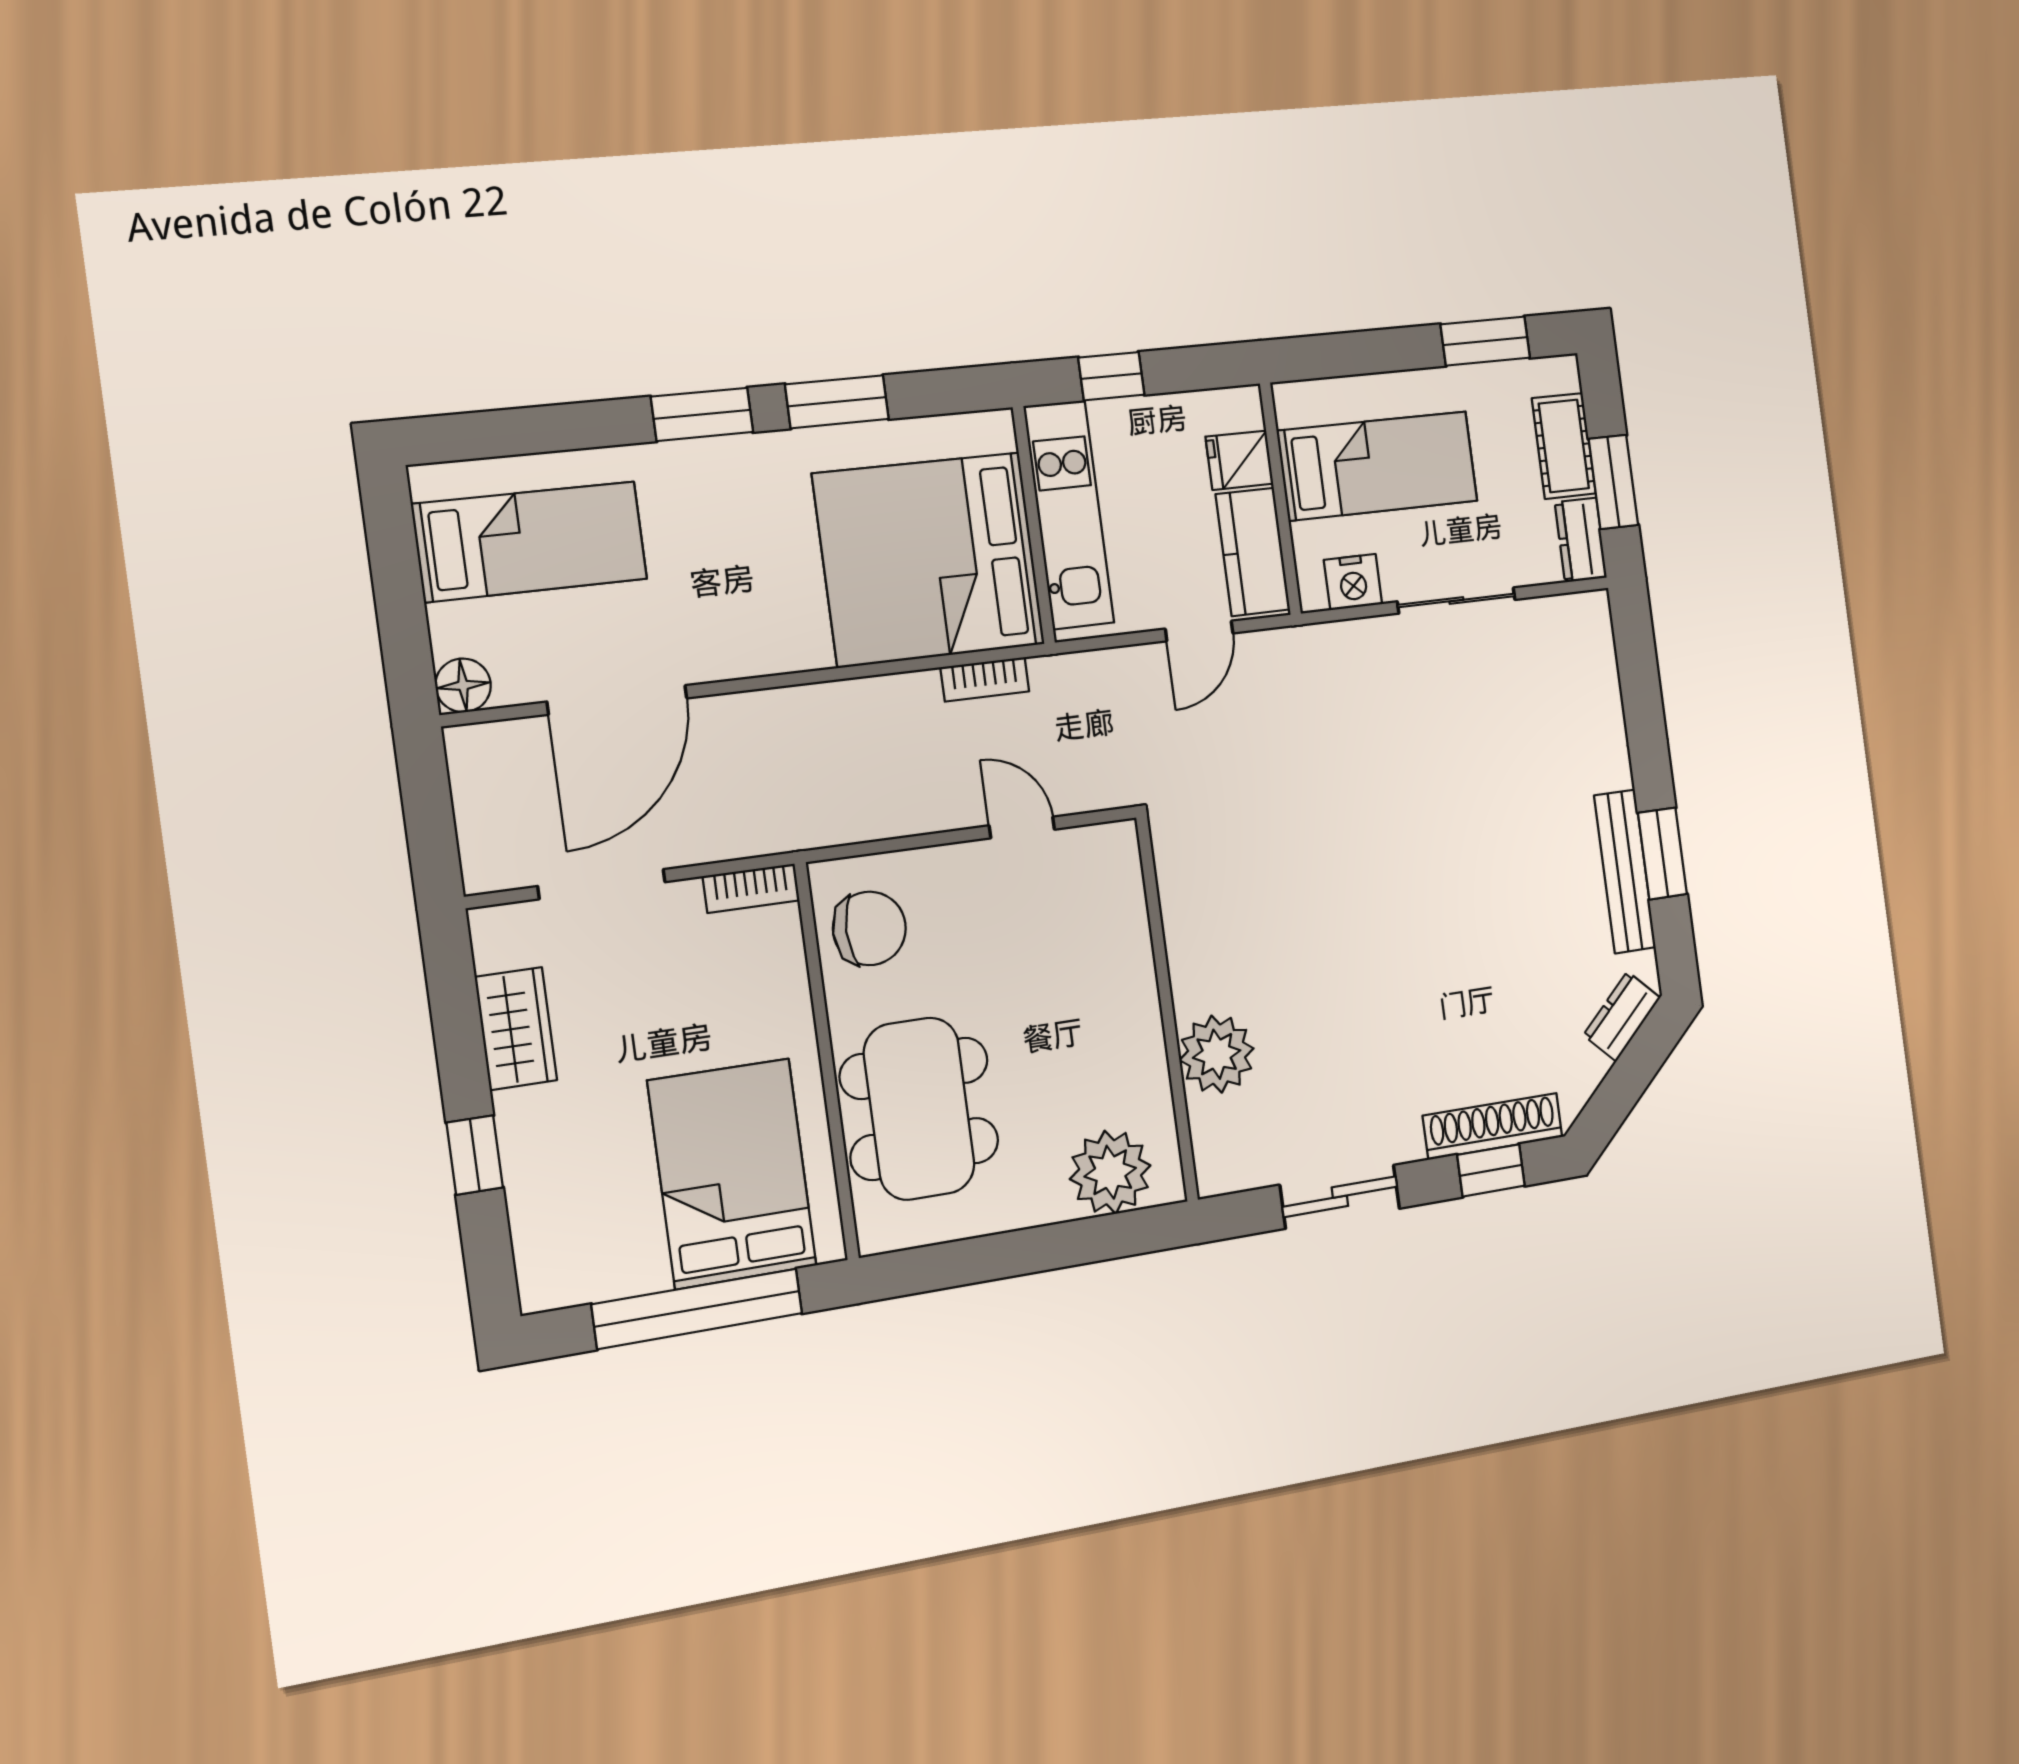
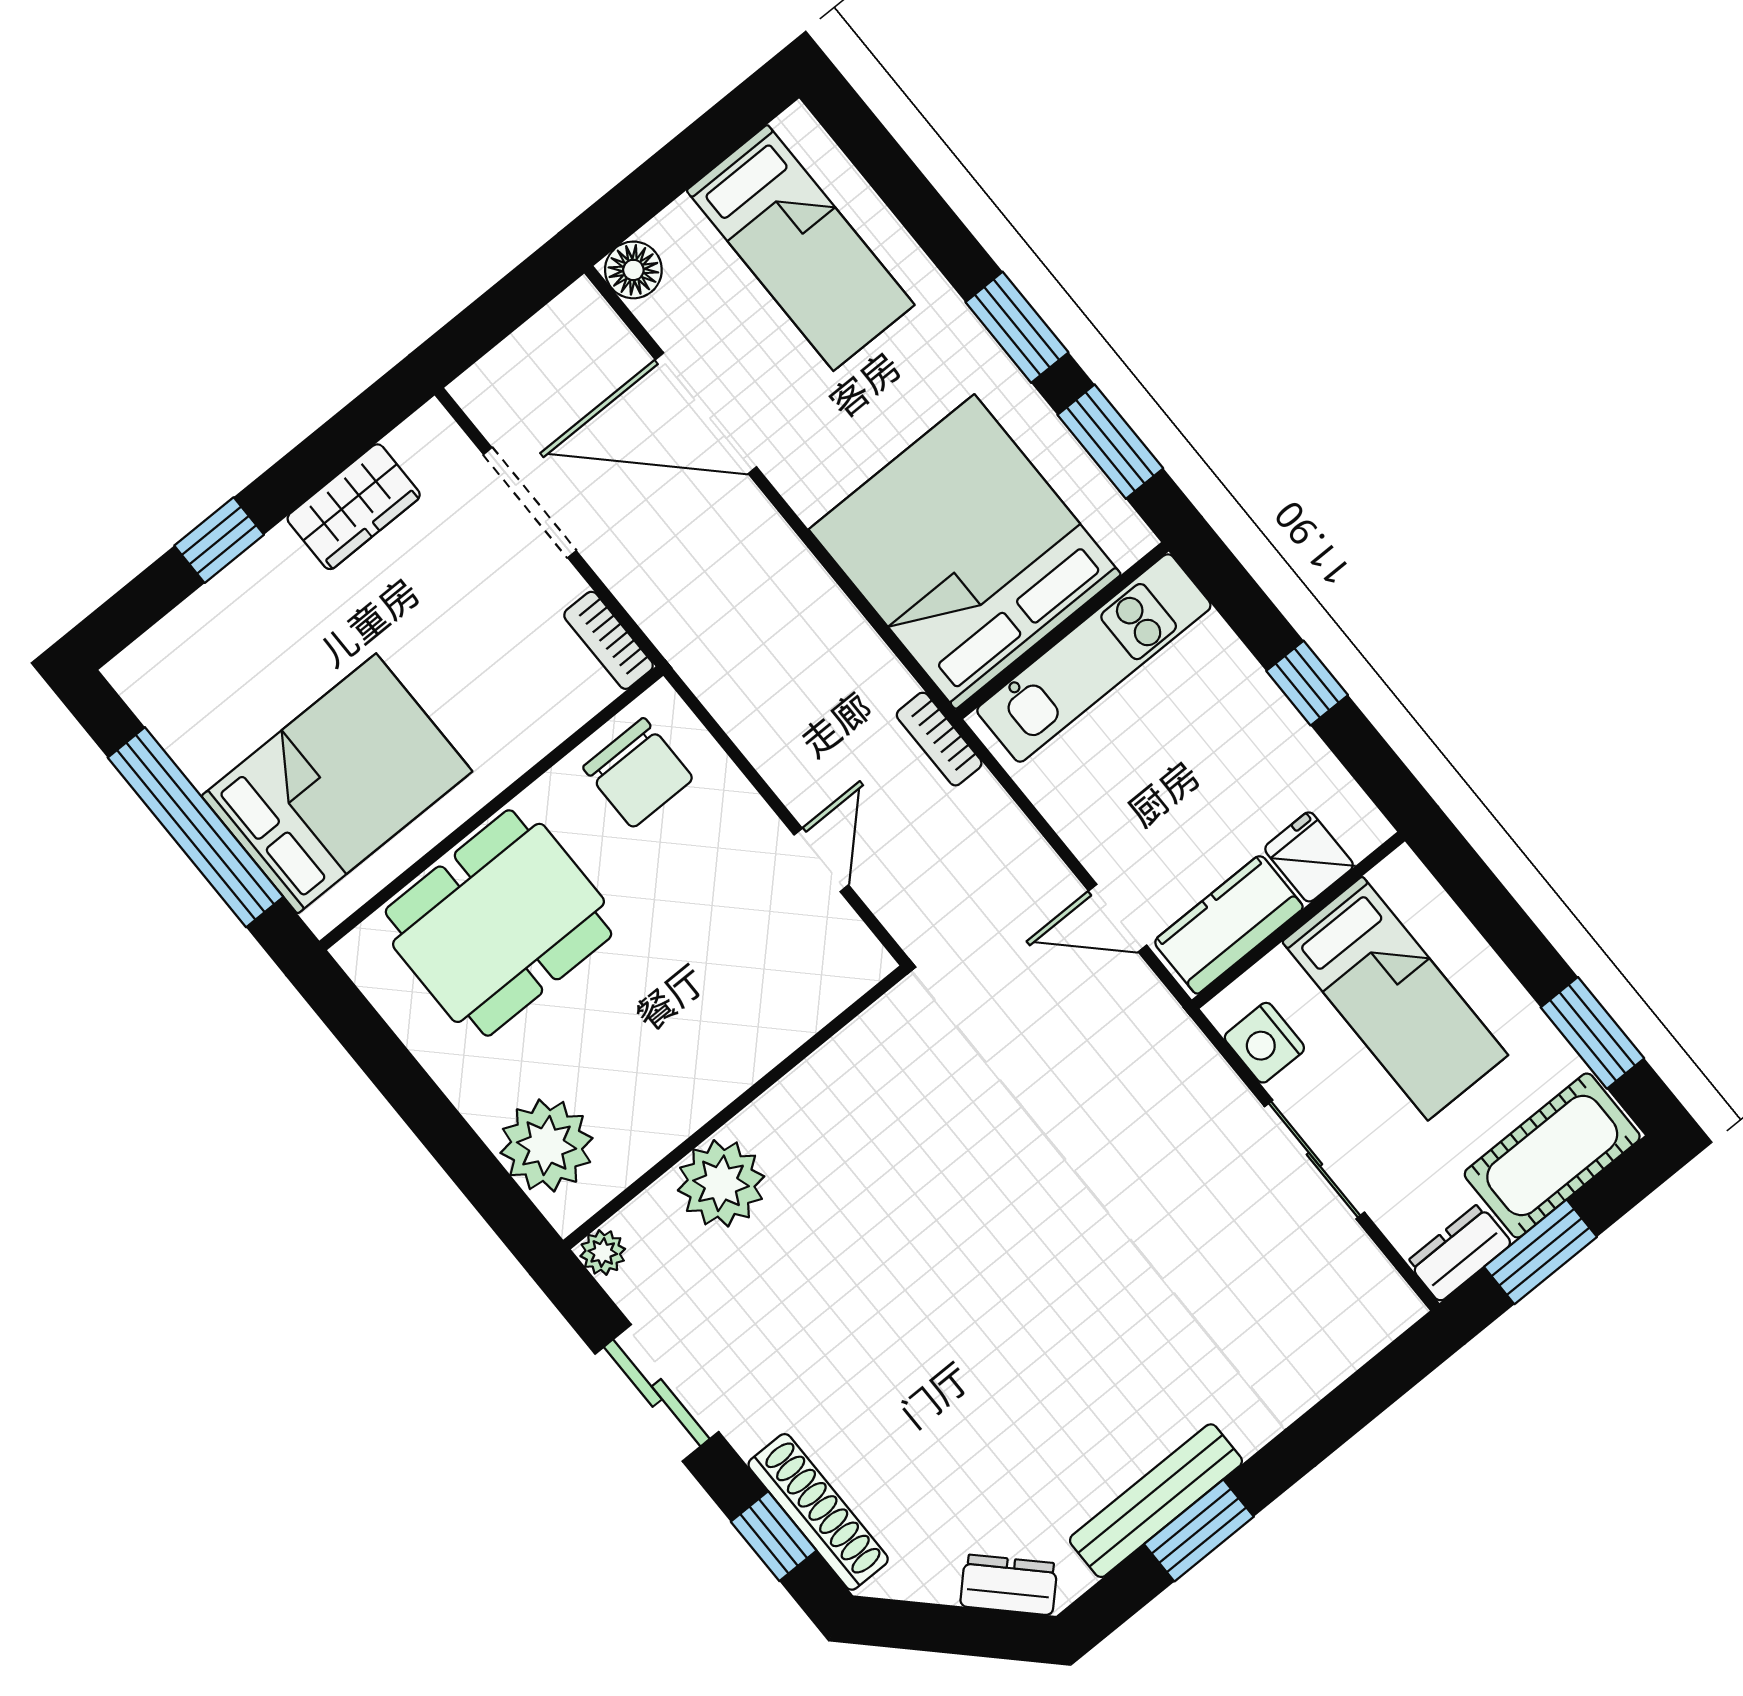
cot: (1564, 446) -> (1552, 1155), width x1.37, depth x1.34
kitchen unit: (1069, 515) -> (1094, 658), moved
wall: (1034, 525) -> (1062, 631), moved
bed: (929, 559) -> (965, 552), moved
plant: (1215, 1176) -> (603, 1252), added

